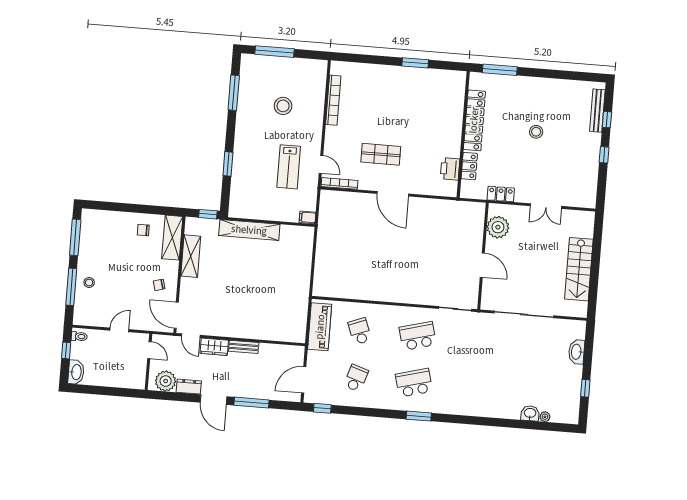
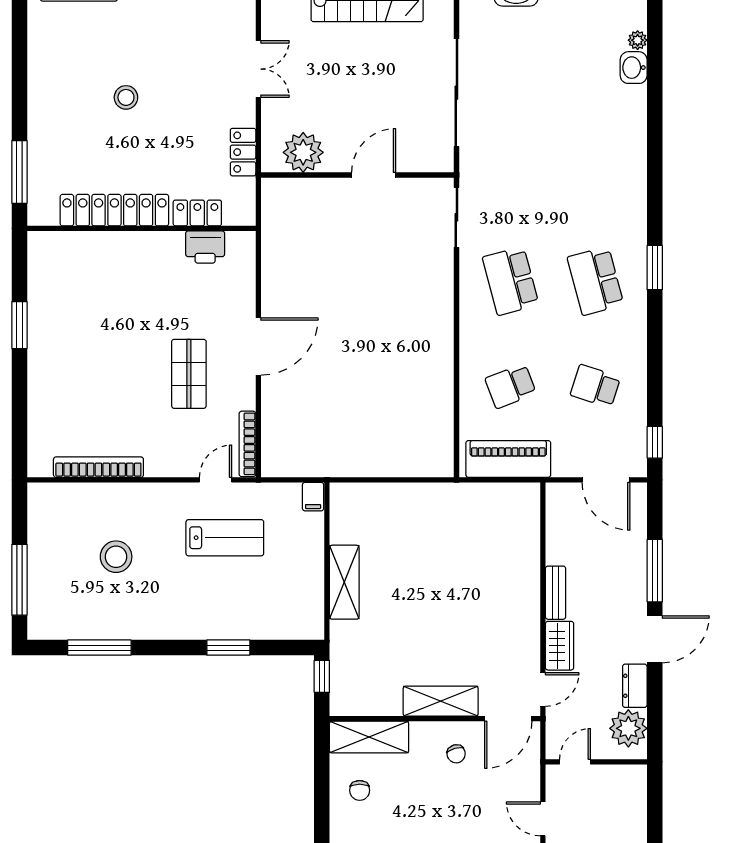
shelving: (249, 230) -> (344, 582), width x0.68
shelving: (191, 256) -> (441, 701), moved

